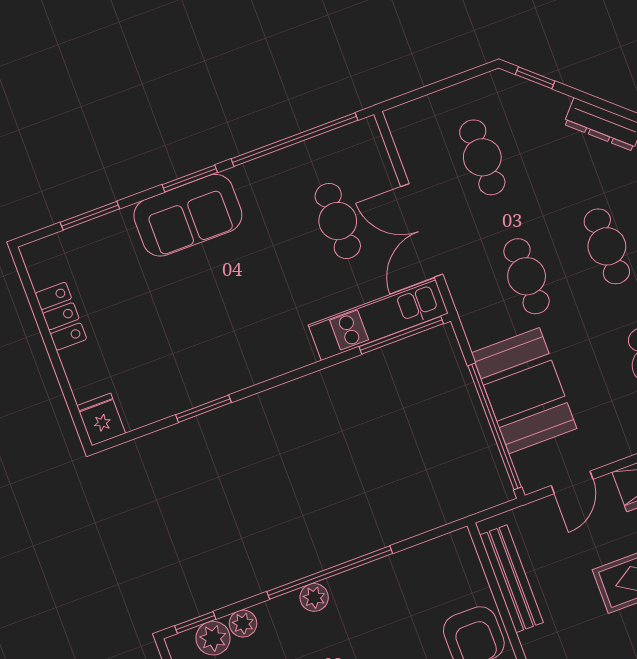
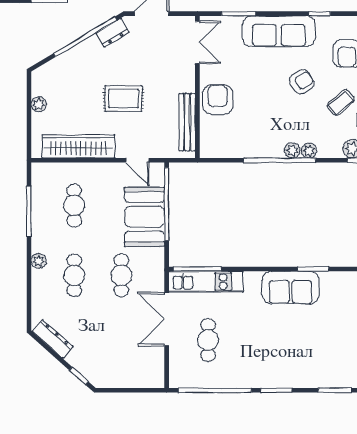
cafe table: (482, 157) -> (121, 345), removed
sofa: (188, 215) -> (291, 288), moved, turned 180
double door: (422, 230) -> (167, 319), swing flipped
door: (572, 482) -> (137, 160), swing flipped
plant: (243, 623) -> (309, 151), moved

